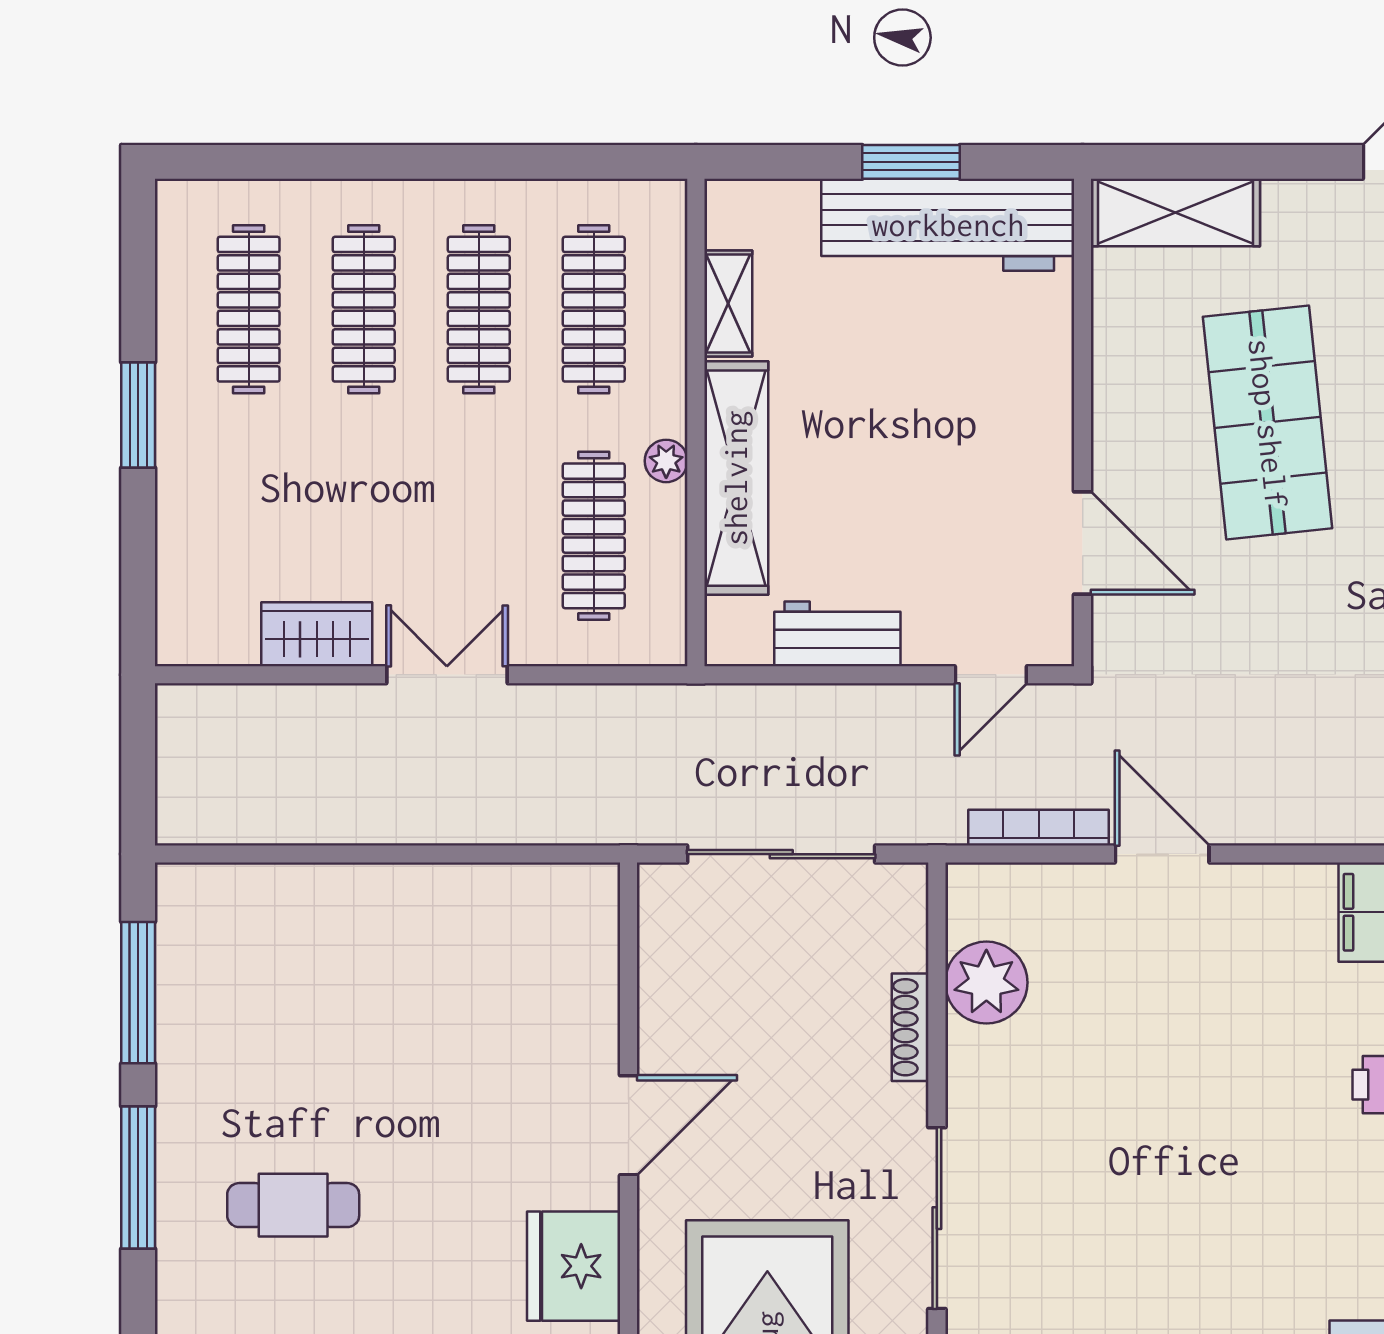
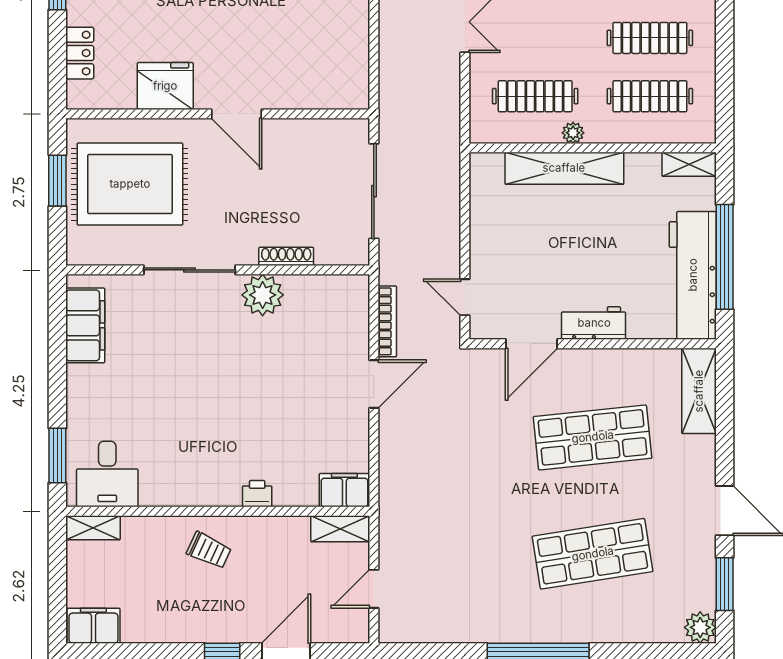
window: (911, 162) -> (725, 257), width x2.11
shelving: (728, 304) -> (689, 164), moved
workbench: (837, 634) -> (594, 323), moved, turned -90
plant: (986, 983) -> (263, 295), moved

